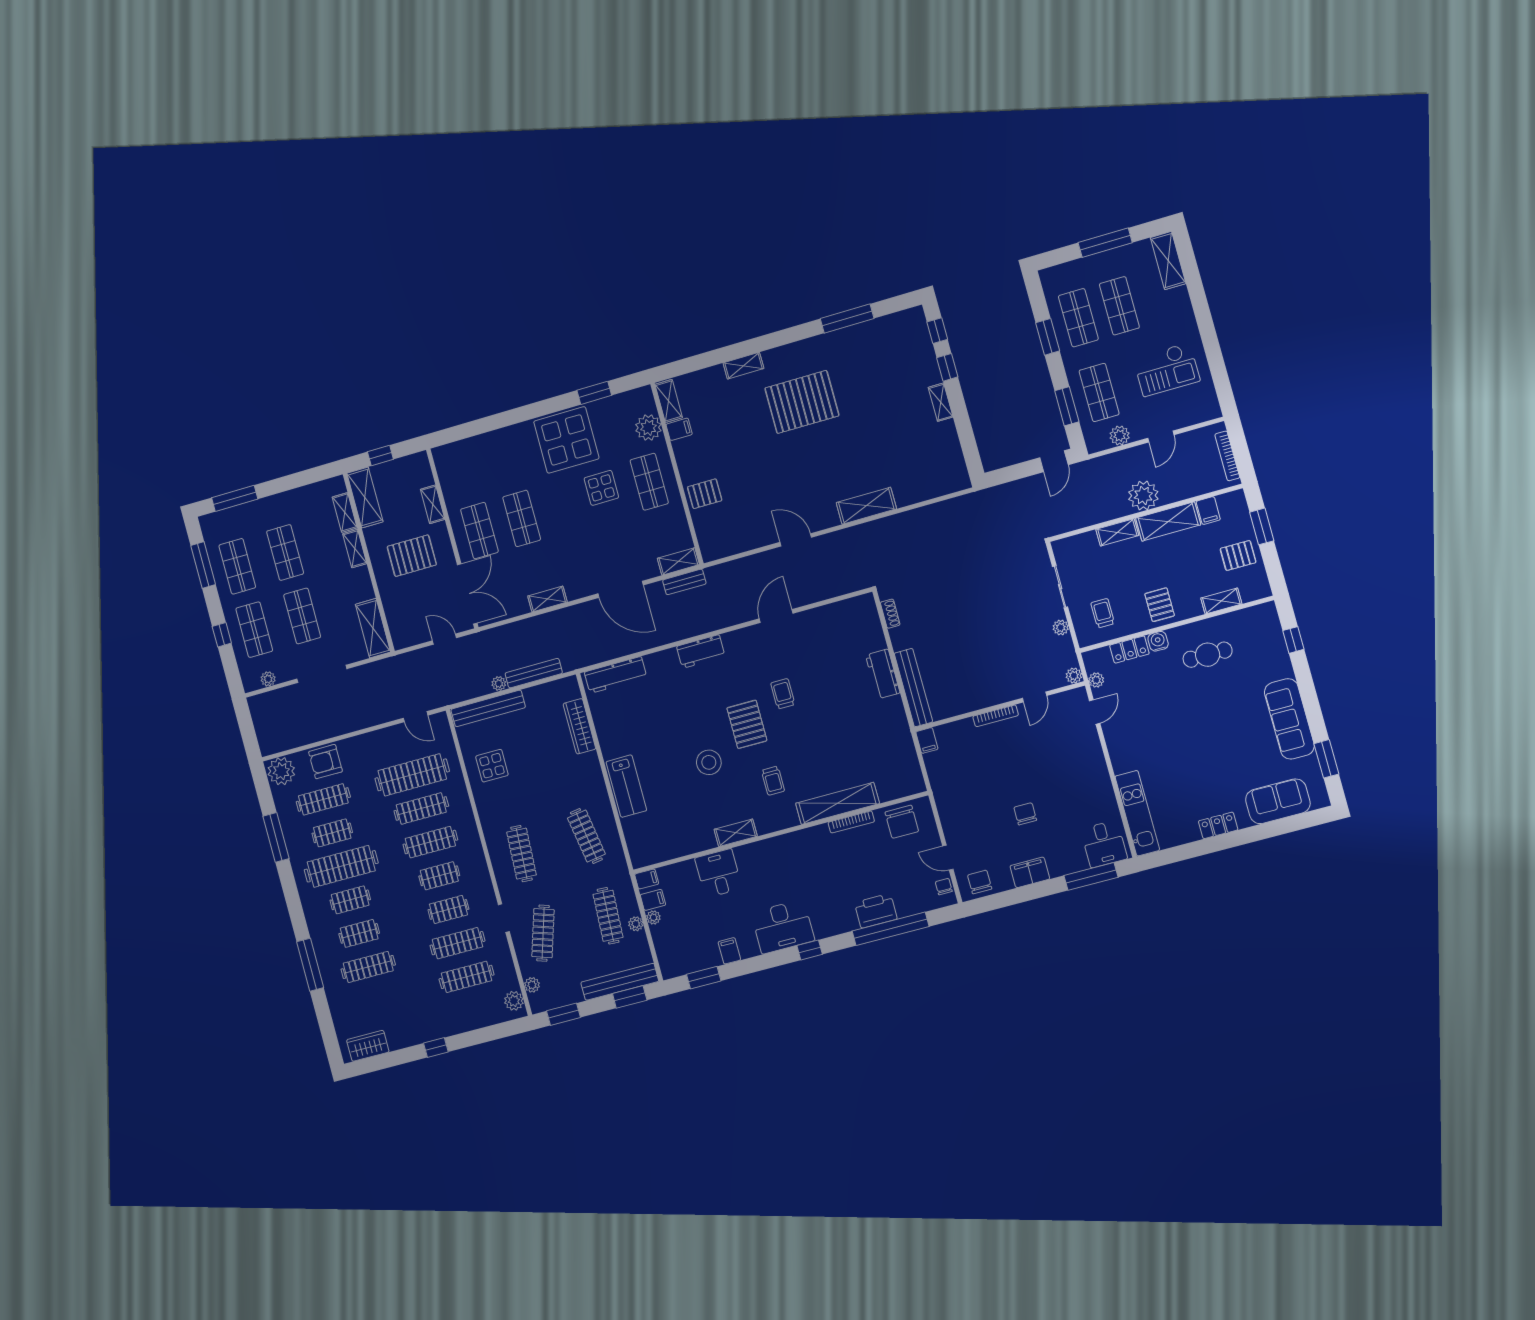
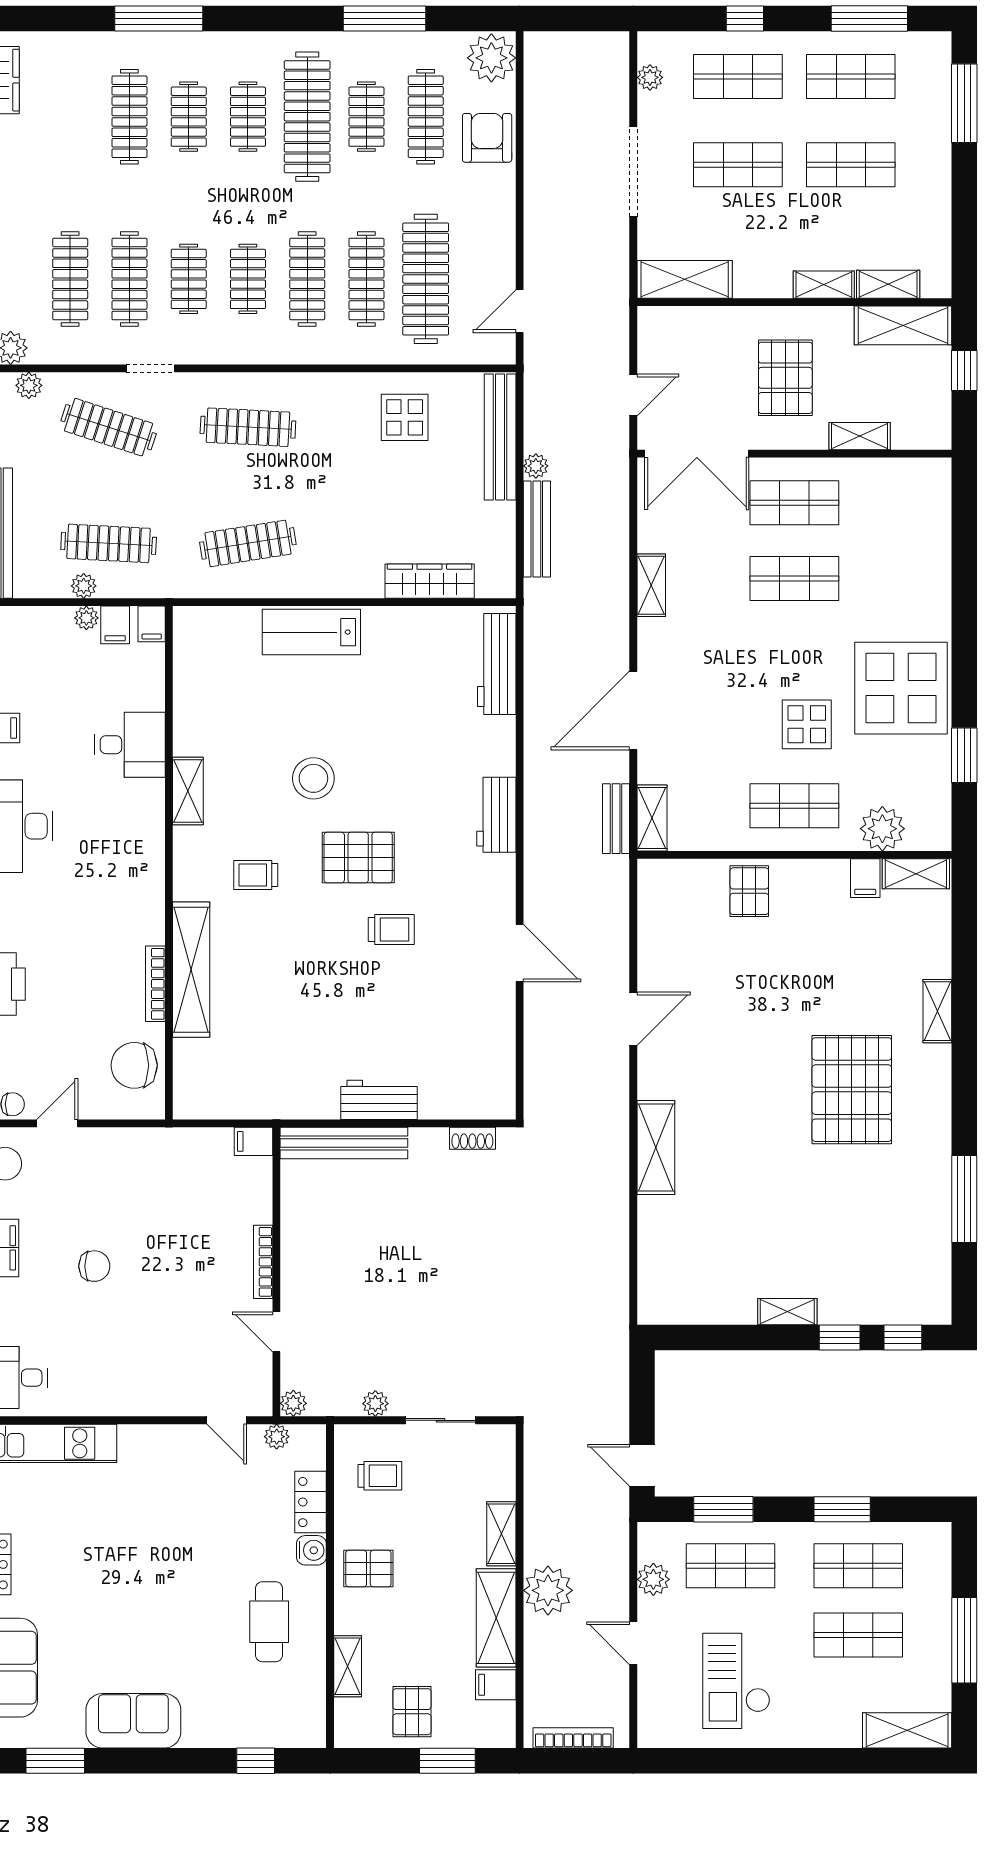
sofa: (1289, 719) -> (133, 1721), width x0.73

